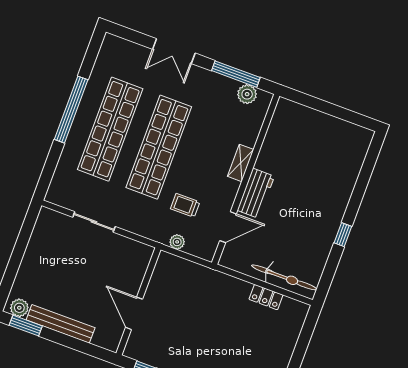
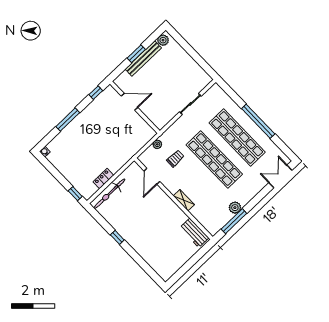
double door: (174, 51) -> (280, 176), moved
plant: (247, 94) -> (235, 208), moved
workbench: (256, 193) -> (194, 233), moved
window: (26, 326) -> (136, 54), moved
window: (308, 328) -> (75, 194), added

